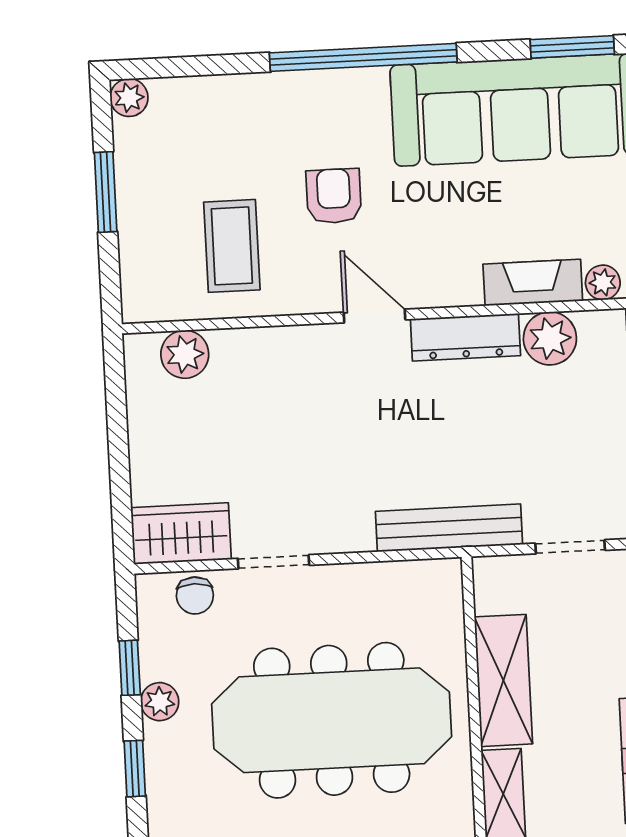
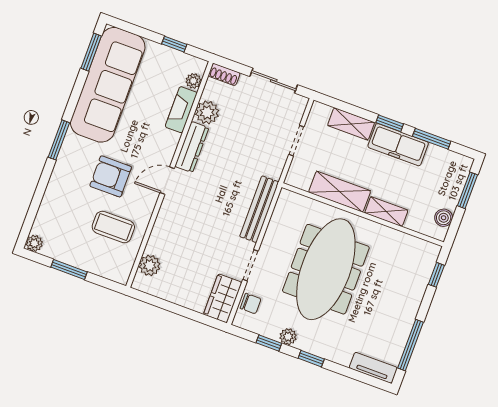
window: (363, 57) -> (59, 140), width x0.47
armchair: (334, 196) -> (111, 176), width x1.38, depth x1.38
bench: (449, 528) -> (259, 209), moved

